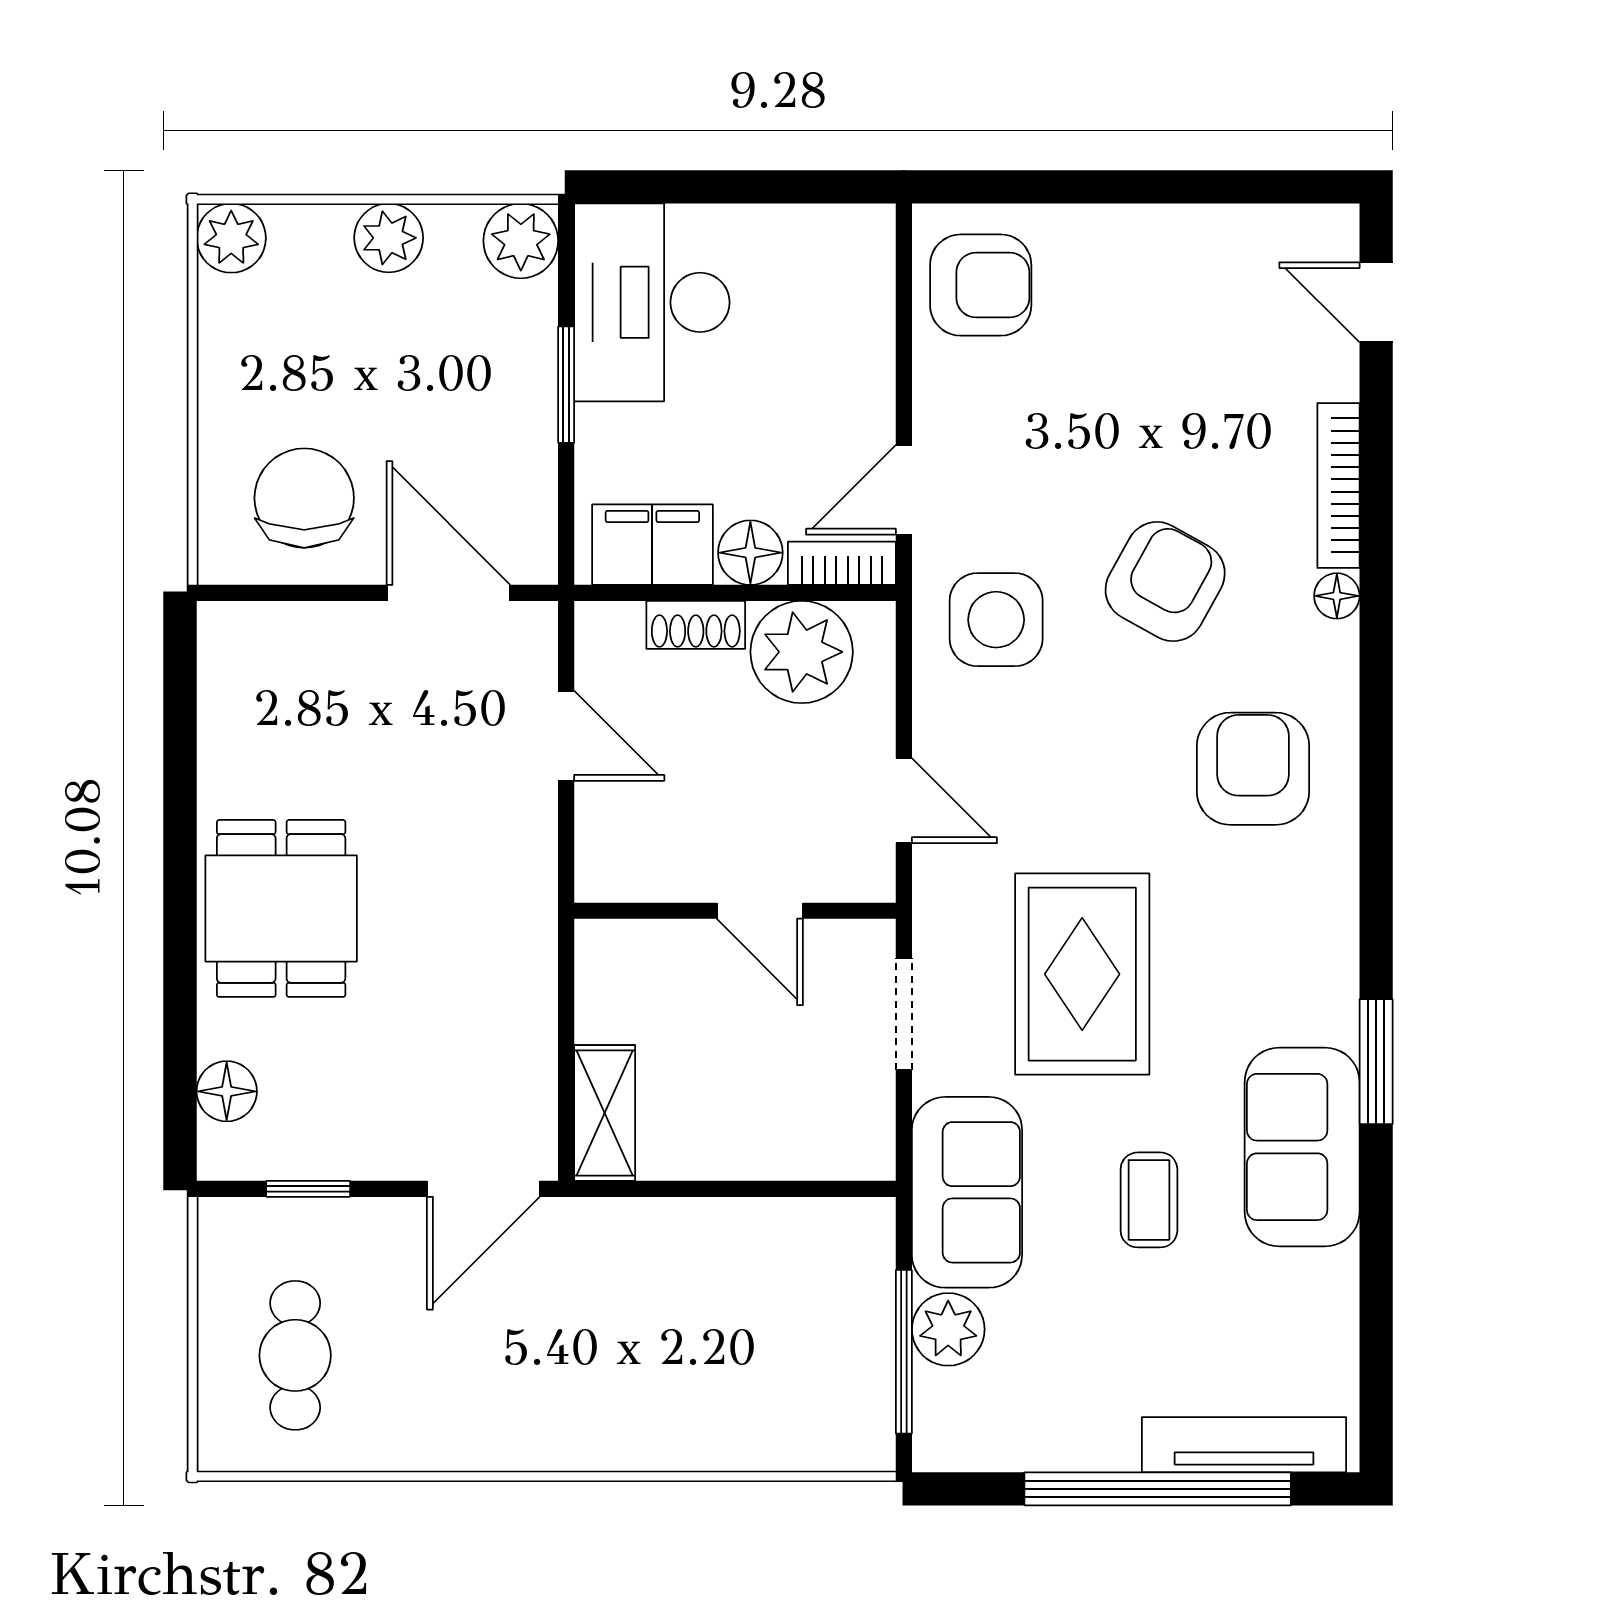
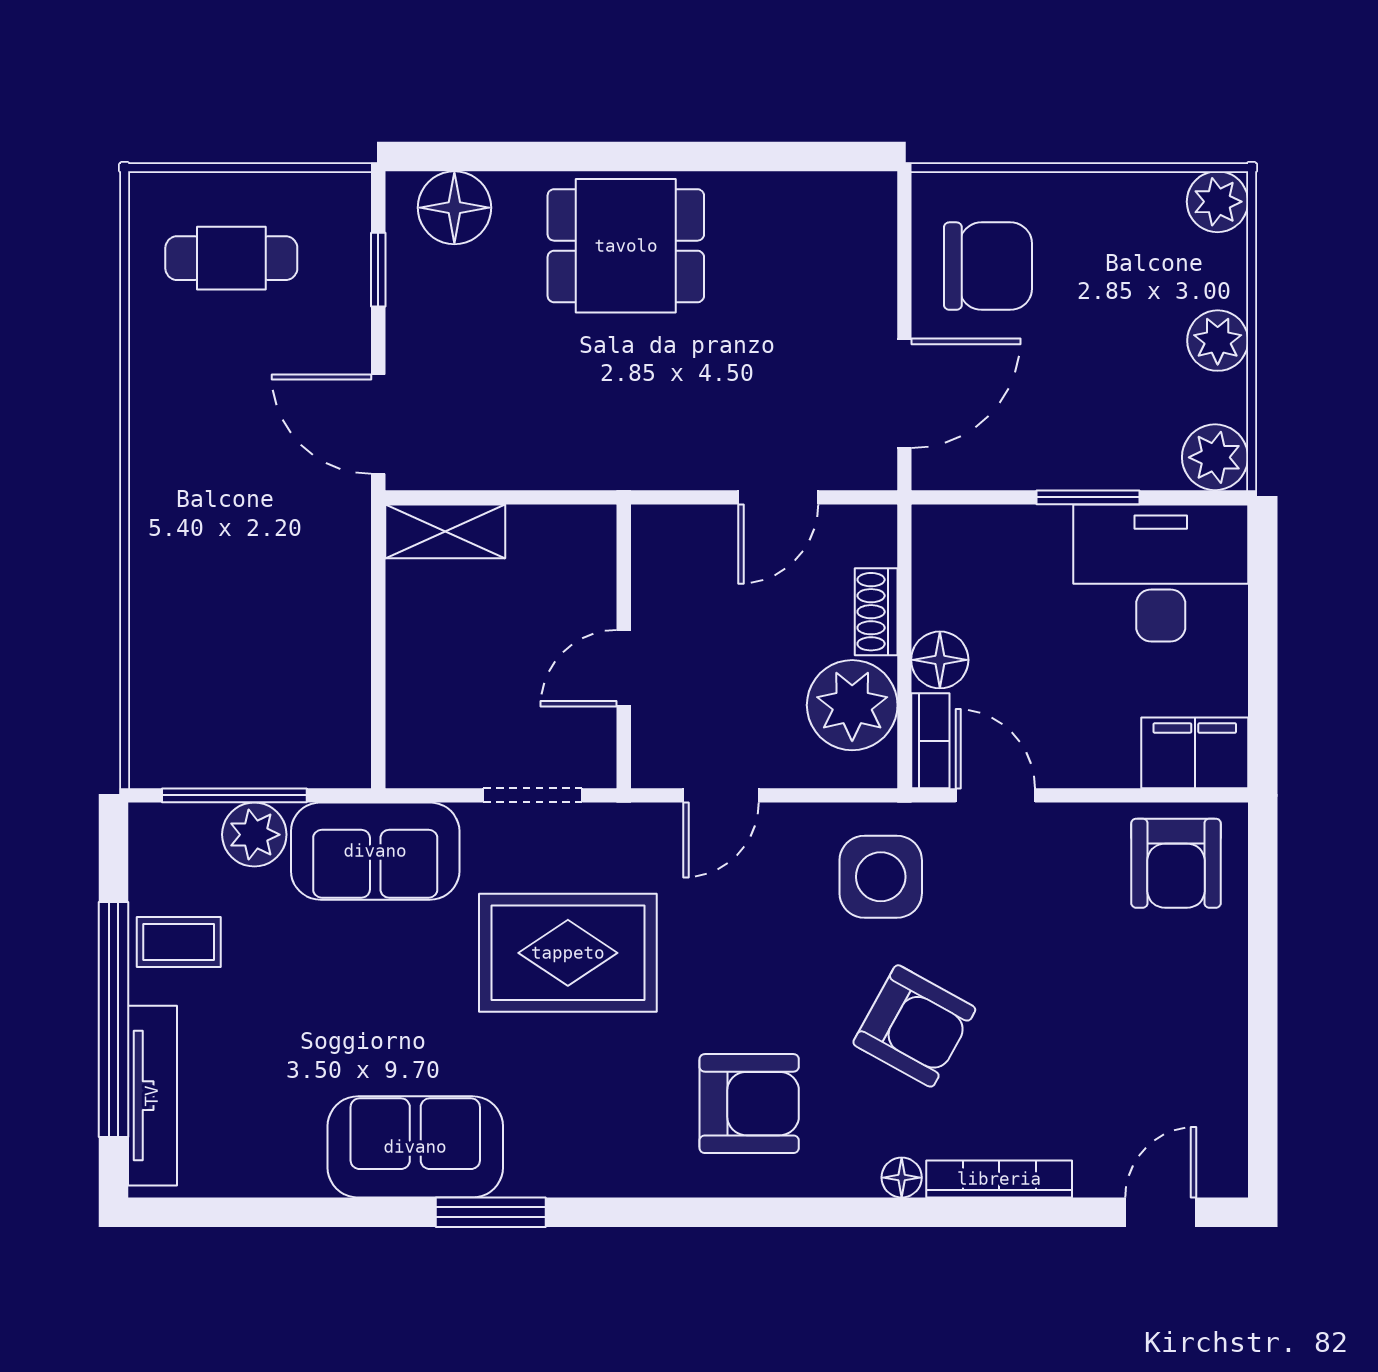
filing cabinet: (652, 545) -> (1195, 753), moved, turned -90
floor lamp: (227, 1091) -> (454, 208), width x1.38, depth x1.38
coffee table: (1149, 1200) -> (179, 942), moved

